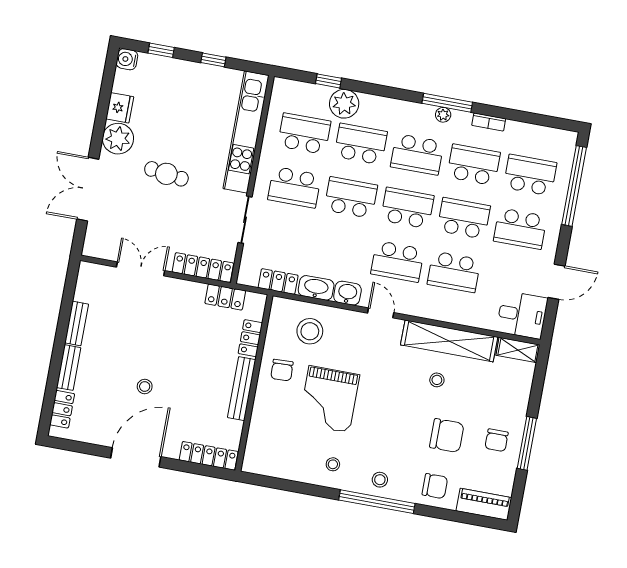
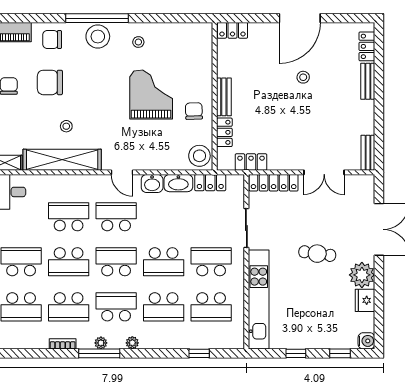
plant: (344, 104) -> (132, 343), moved, width x0.53, depth x0.53
school desk: (407, 208) -> (116, 262), turned 180
bench: (77, 323) -> (368, 153), moved
stool: (310, 331) -> (199, 156), moved
bench: (242, 389) -> (224, 97), width x0.73
locker: (209, 456) -> (232, 30), width x0.66
stool: (380, 480) -> (98, 36), width x1.89, depth x1.89

